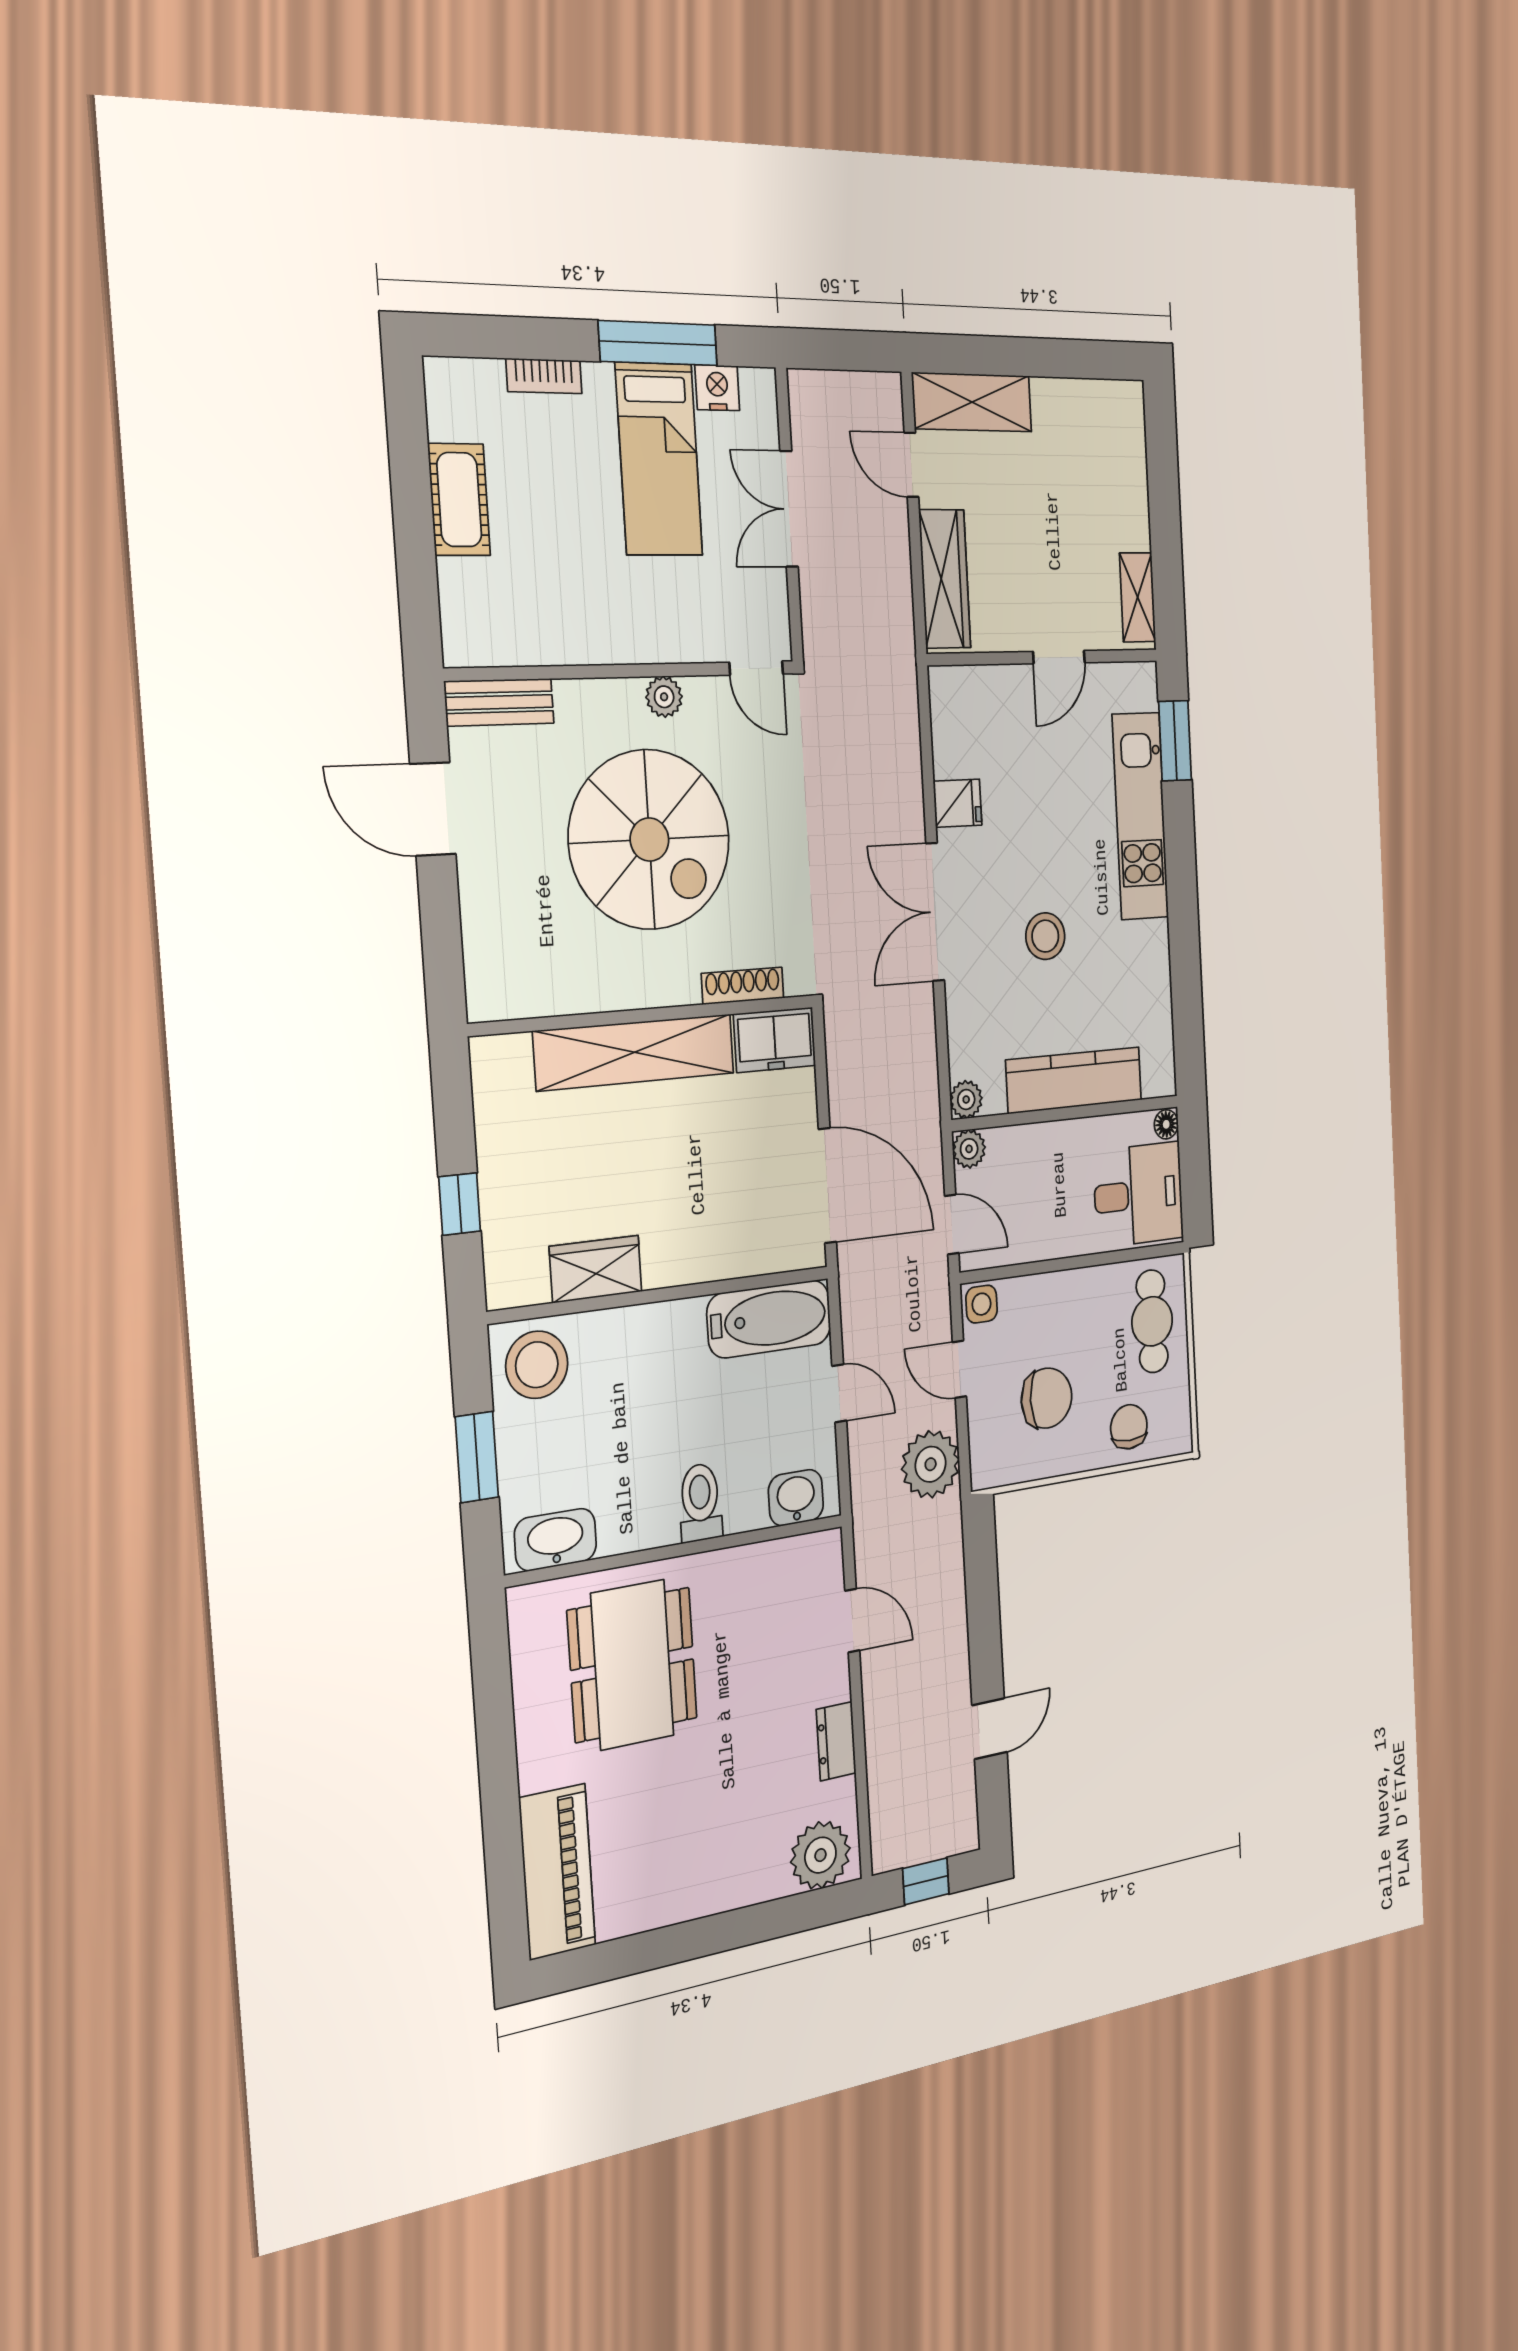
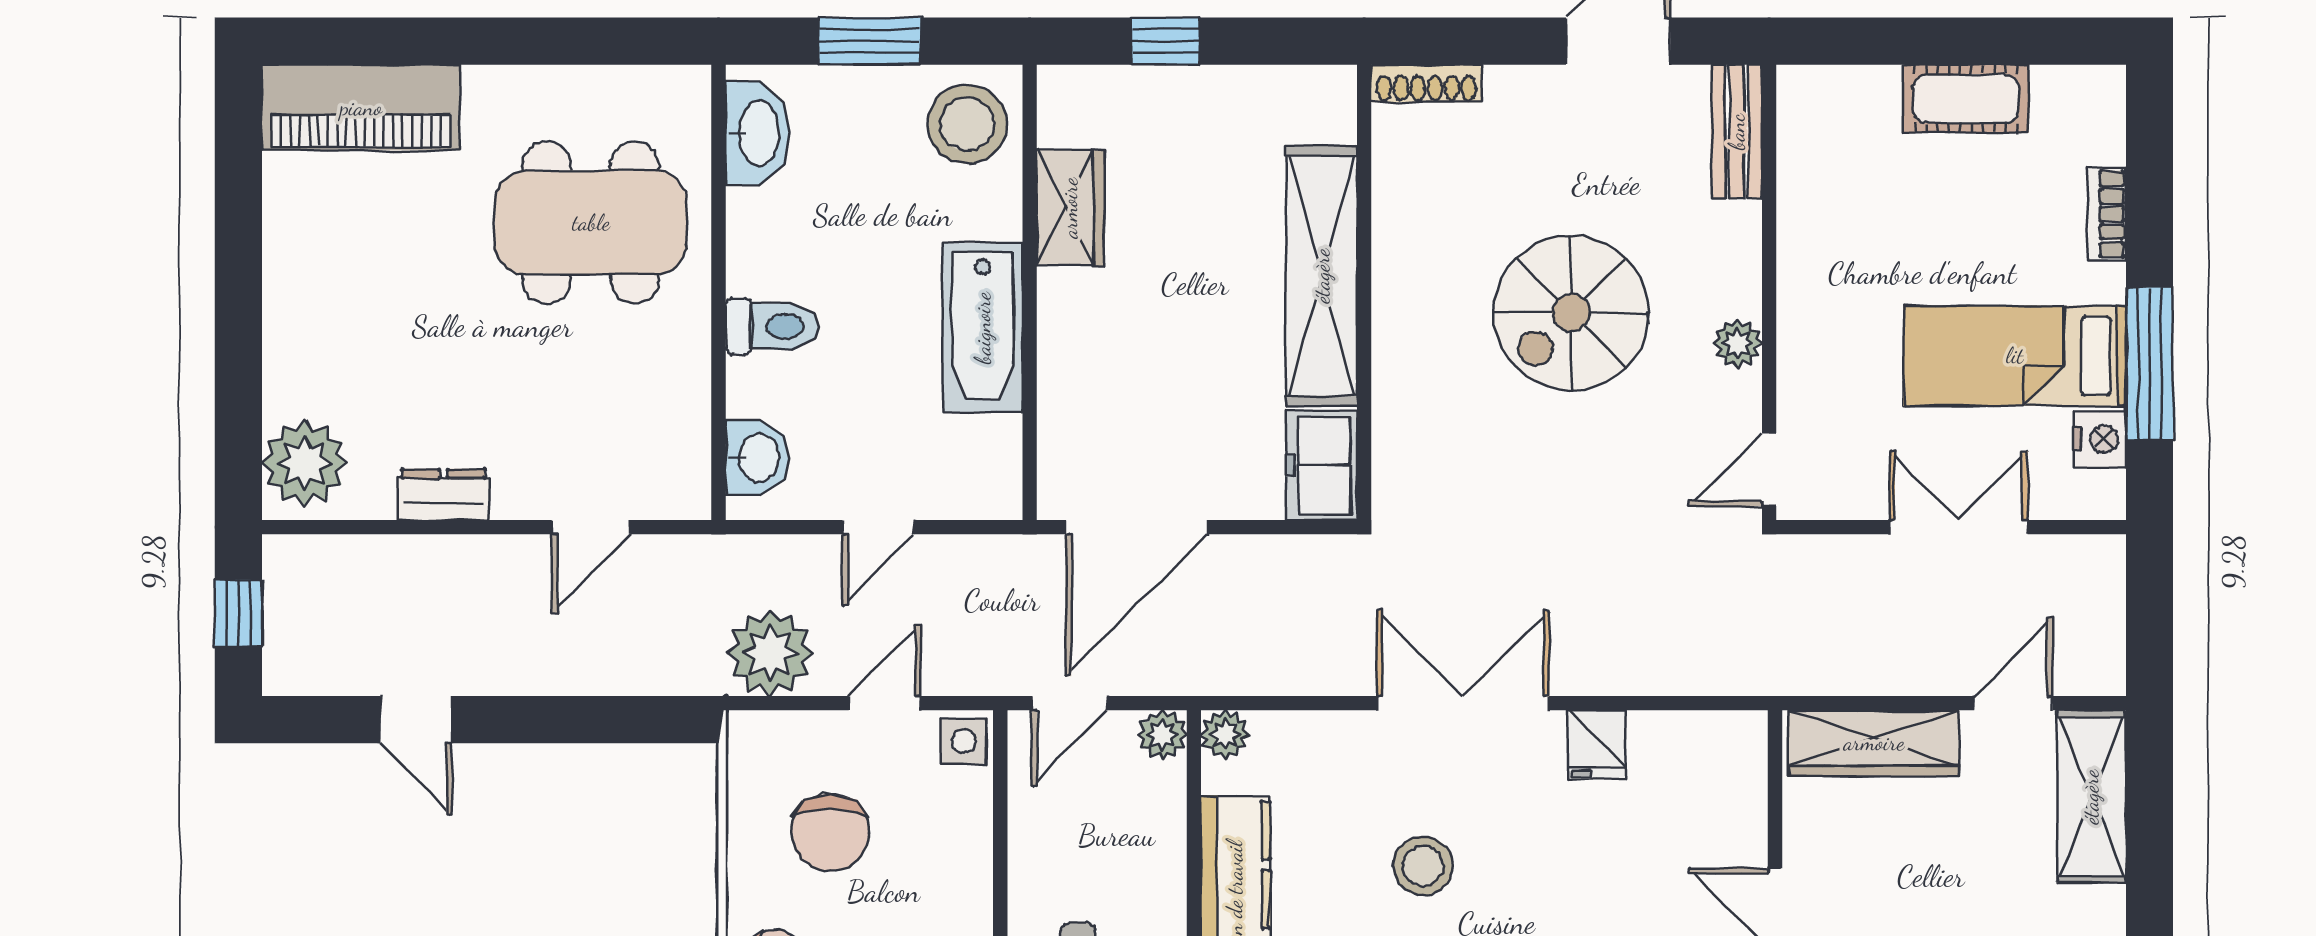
spiral stairs: (649, 840) -> (1571, 313), width x0.73, depth x0.73
shoe rack: (743, 986) -> (1426, 83), moved, turned 90
bathtub: (769, 1319) -> (983, 328), moved

